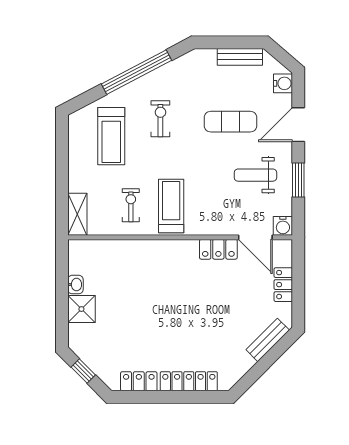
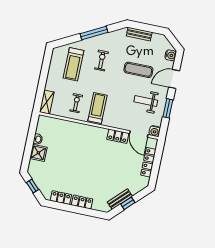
bench: (240, 57) -> (139, 34), moved
window: (137, 72) -> (94, 33), width x0.68
locker: (283, 285) -> (148, 162), width x1.53
bench: (268, 340) -> (120, 199), moved
window: (262, 366) -> (128, 203), added
locker: (189, 381) -> (82, 202), width x0.66

